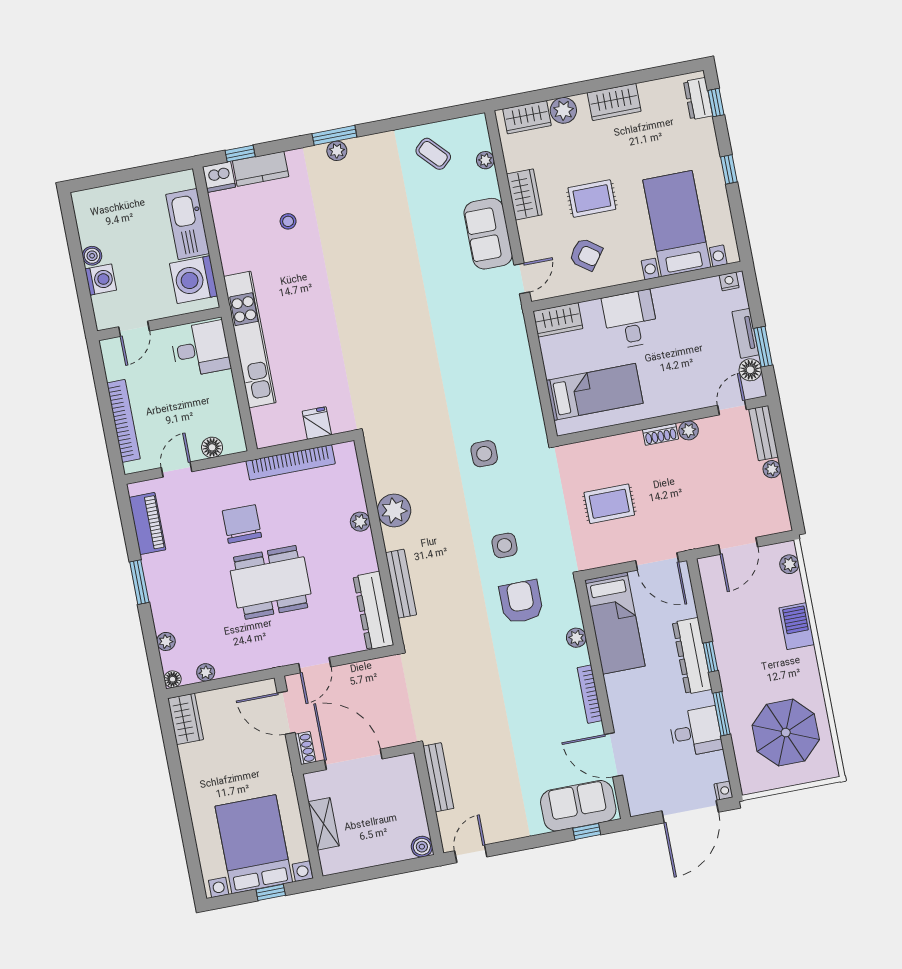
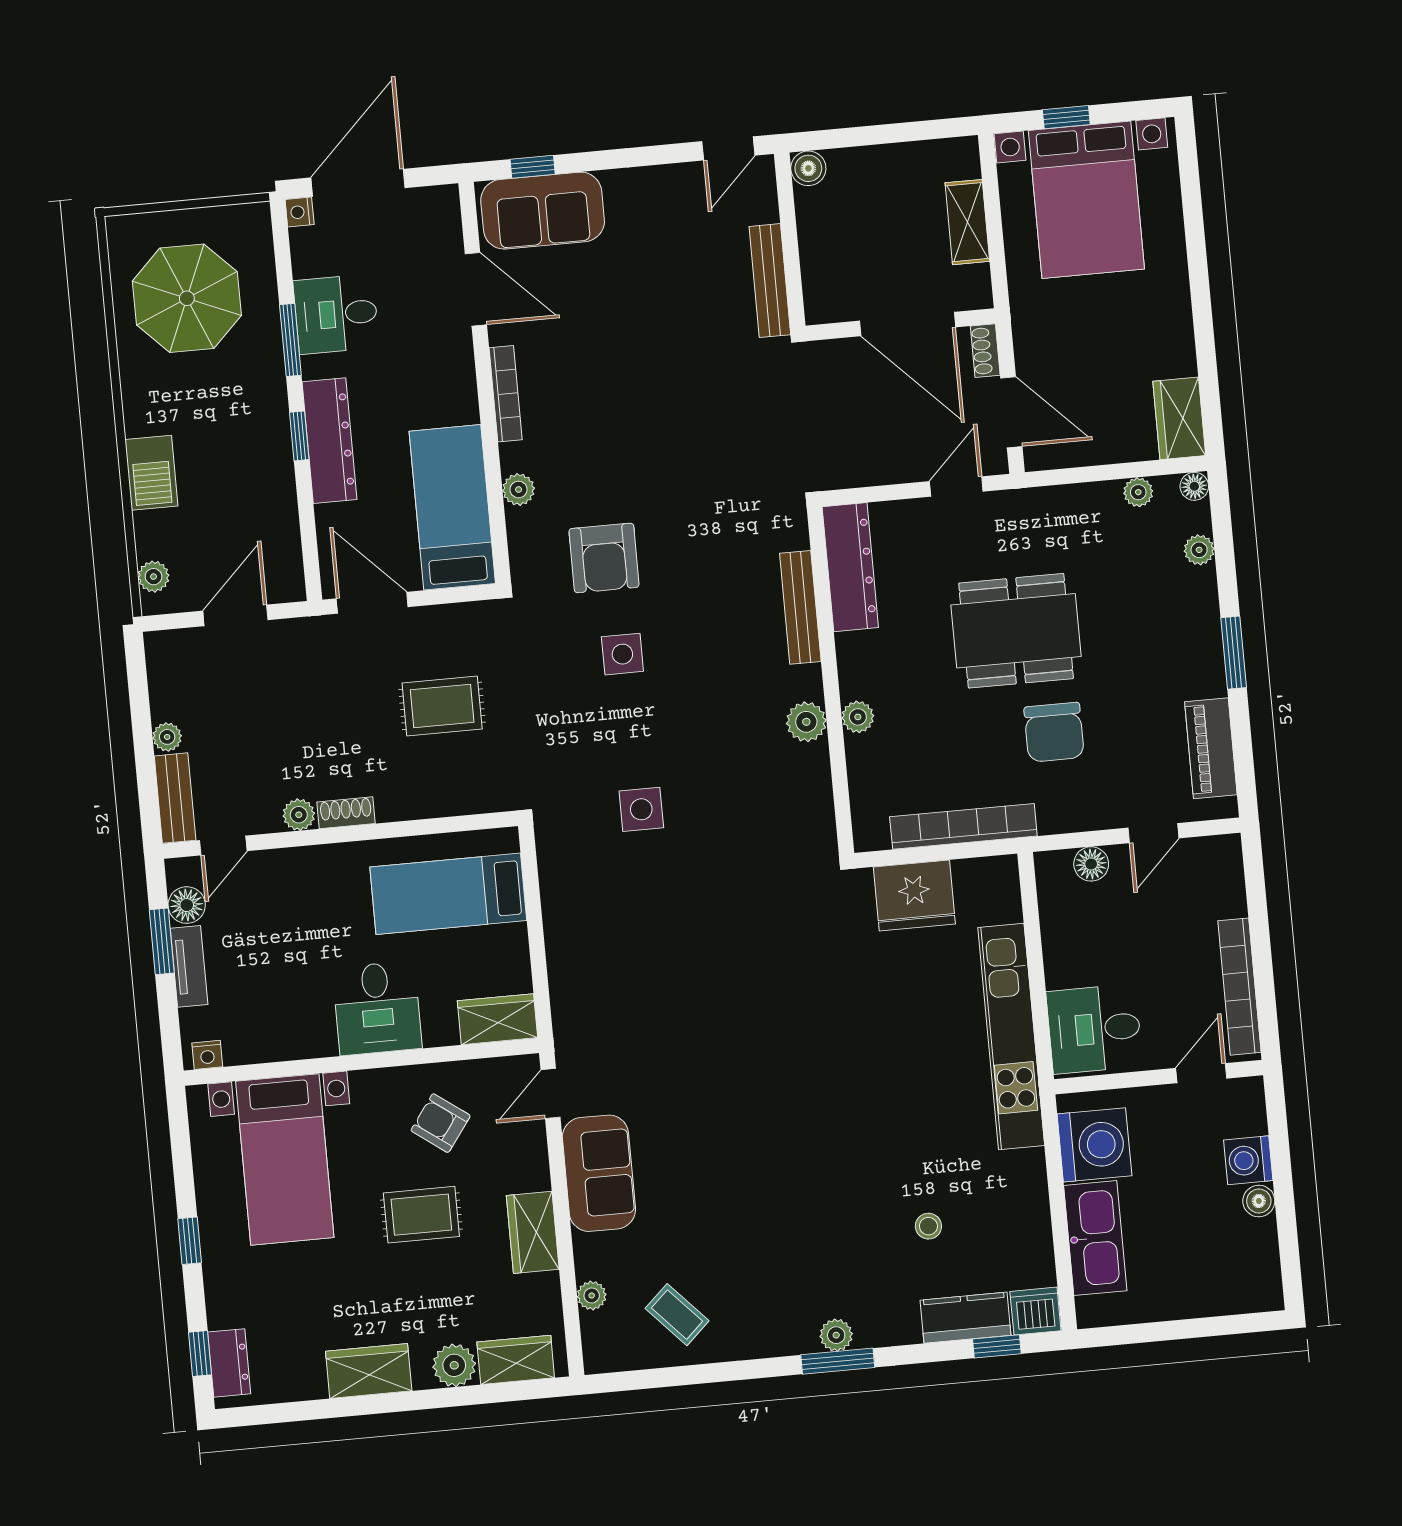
bookcase: (124, 421) -> (1239, 987), moved
fridge: (317, 423) -> (914, 895), width x1.88, depth x1.34
plant: (394, 510) -> (806, 722), width x0.73, depth x0.73

